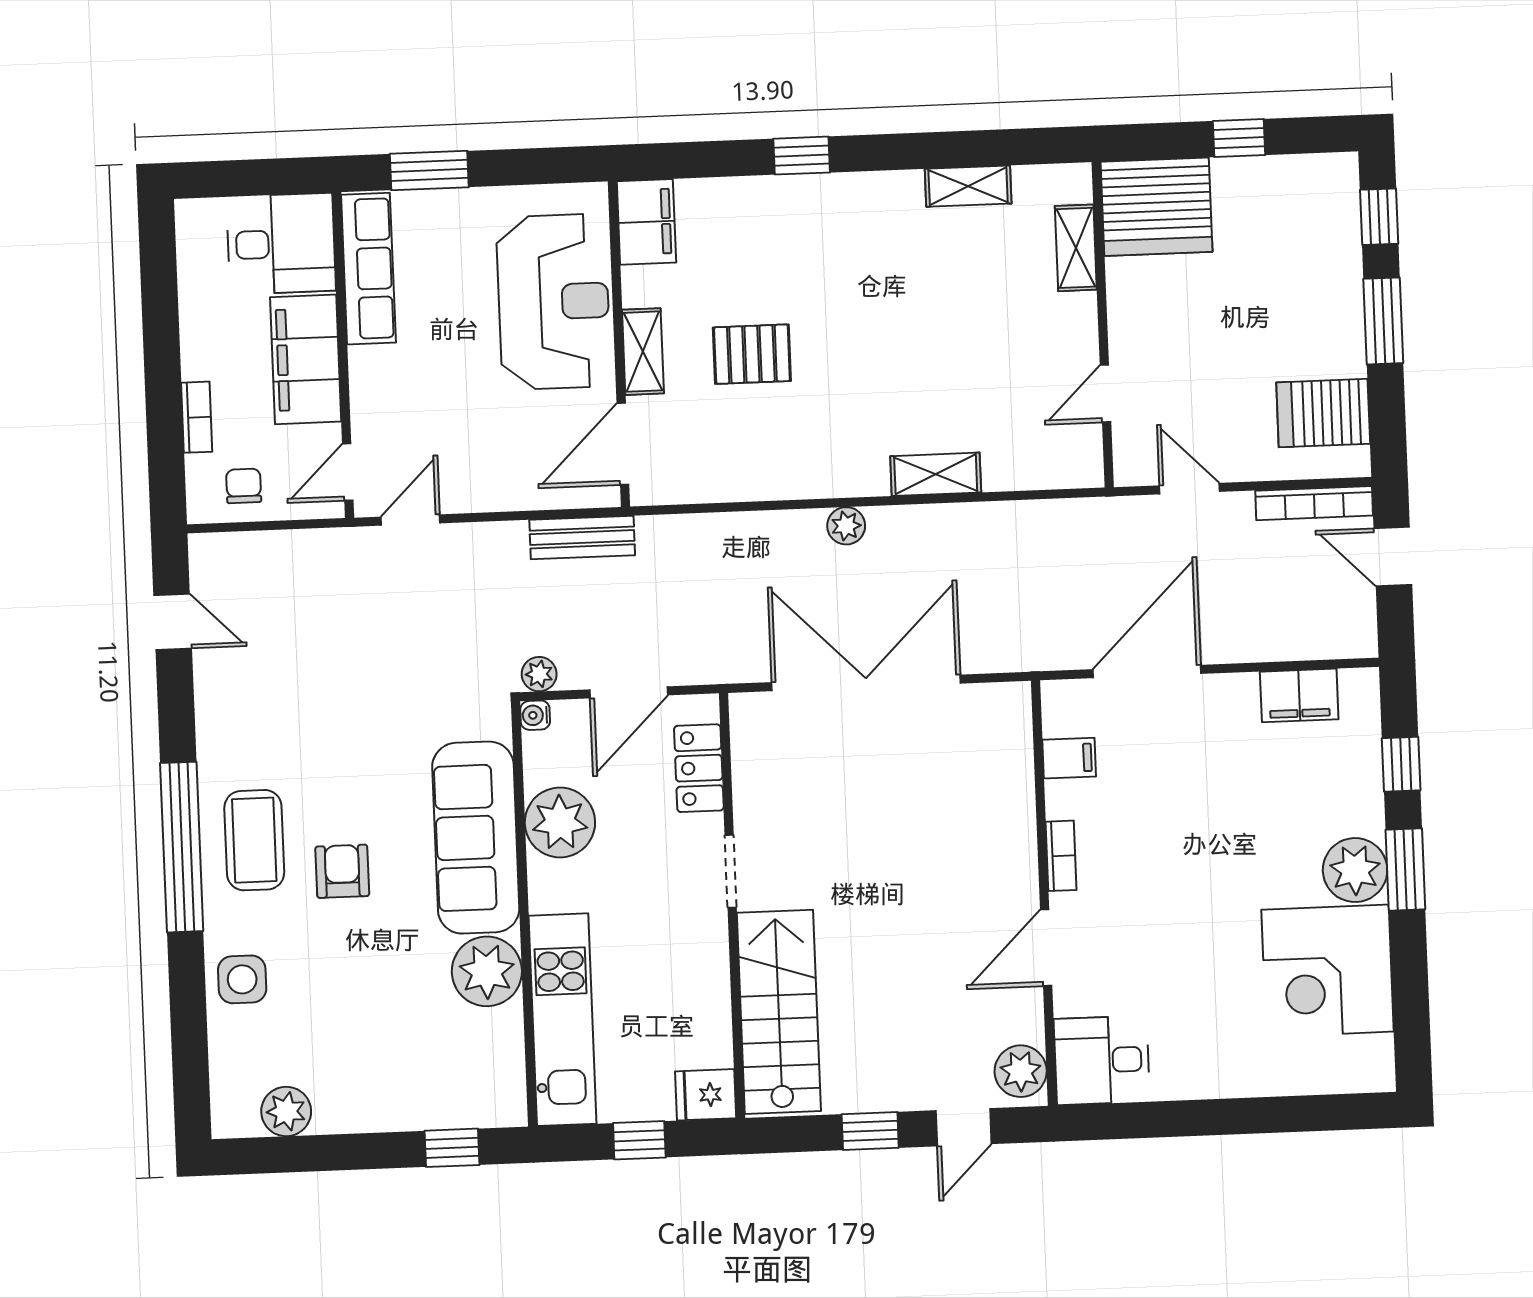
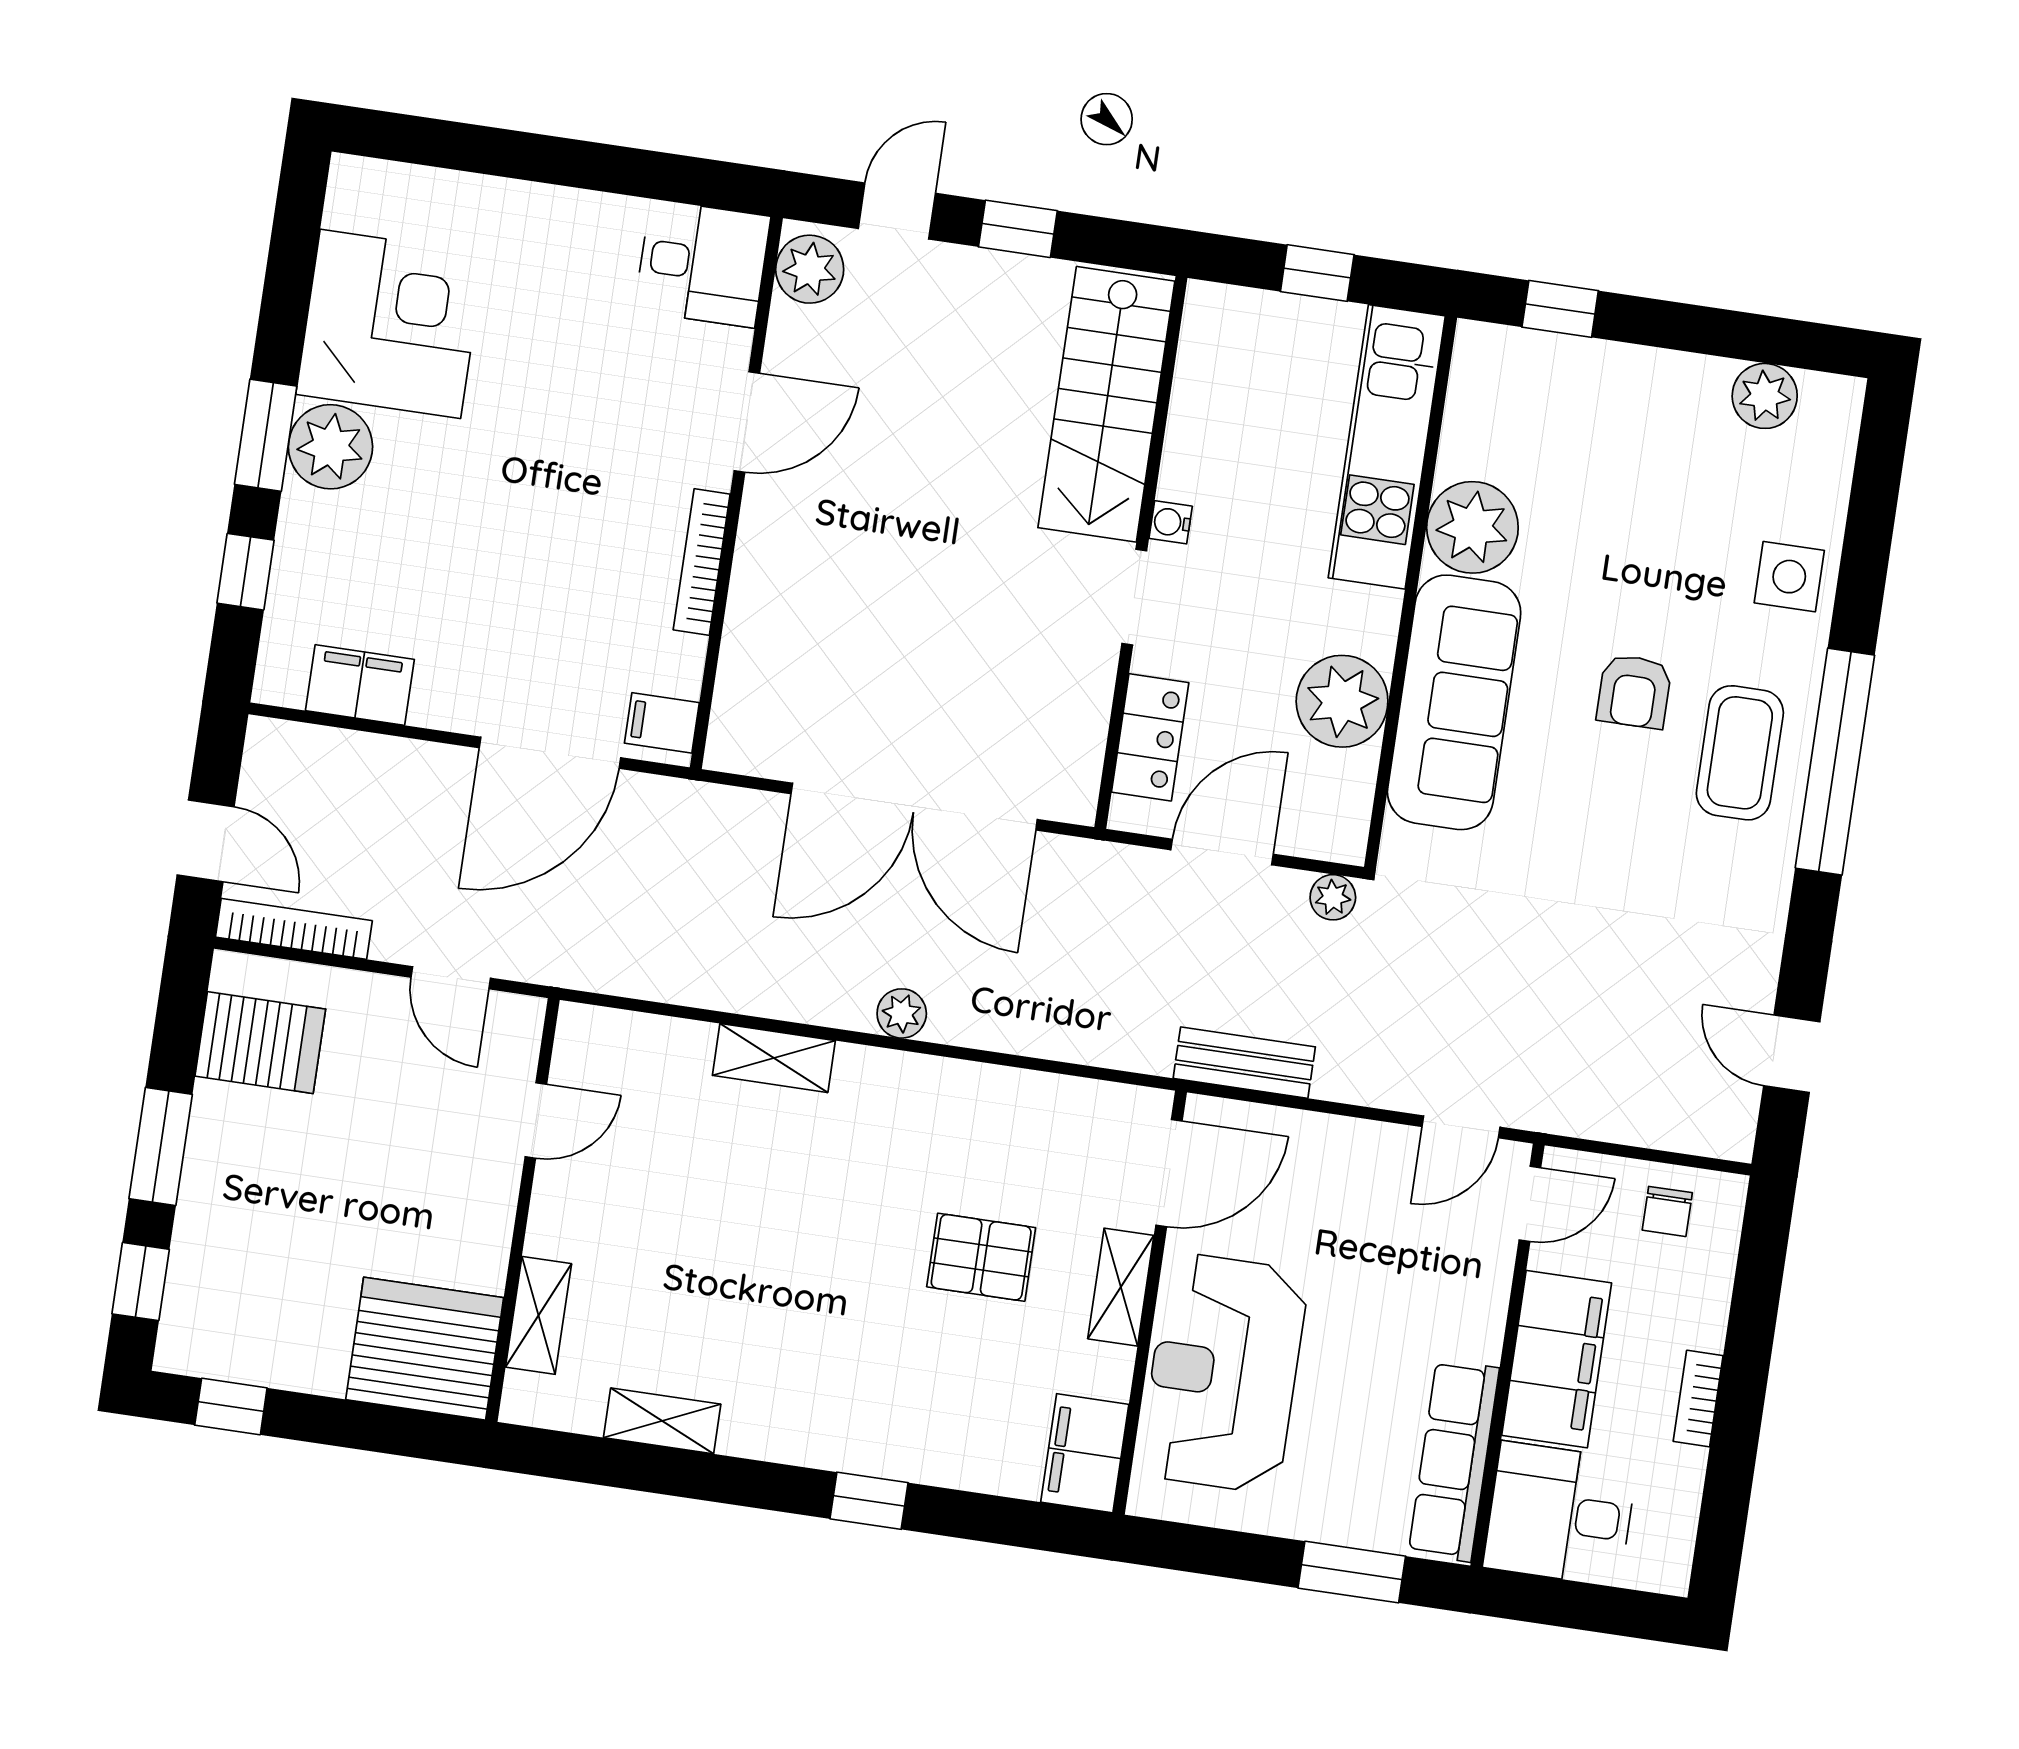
window: (1239, 138) -> (231, 1407), moved
bookcase: (197, 417) -> (1698, 1399), moved
water cooler: (535, 715) -> (1171, 522), moved, turned 180
filing cabinet: (1069, 758) -> (662, 723), moved
bookcase: (1061, 856) -> (702, 562), width x1.56
fridge: (706, 1095) -> (1221, 315), removed

